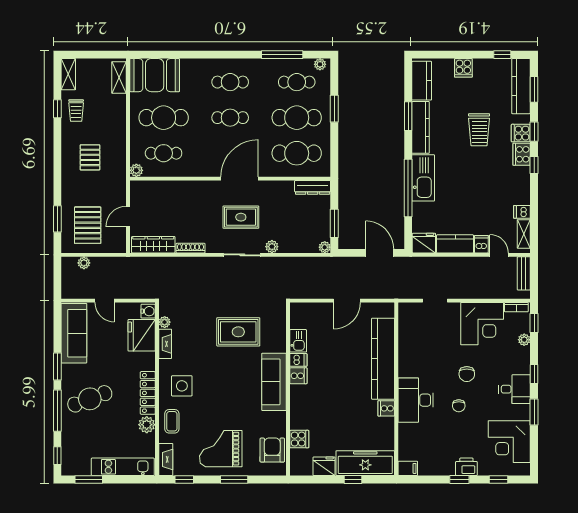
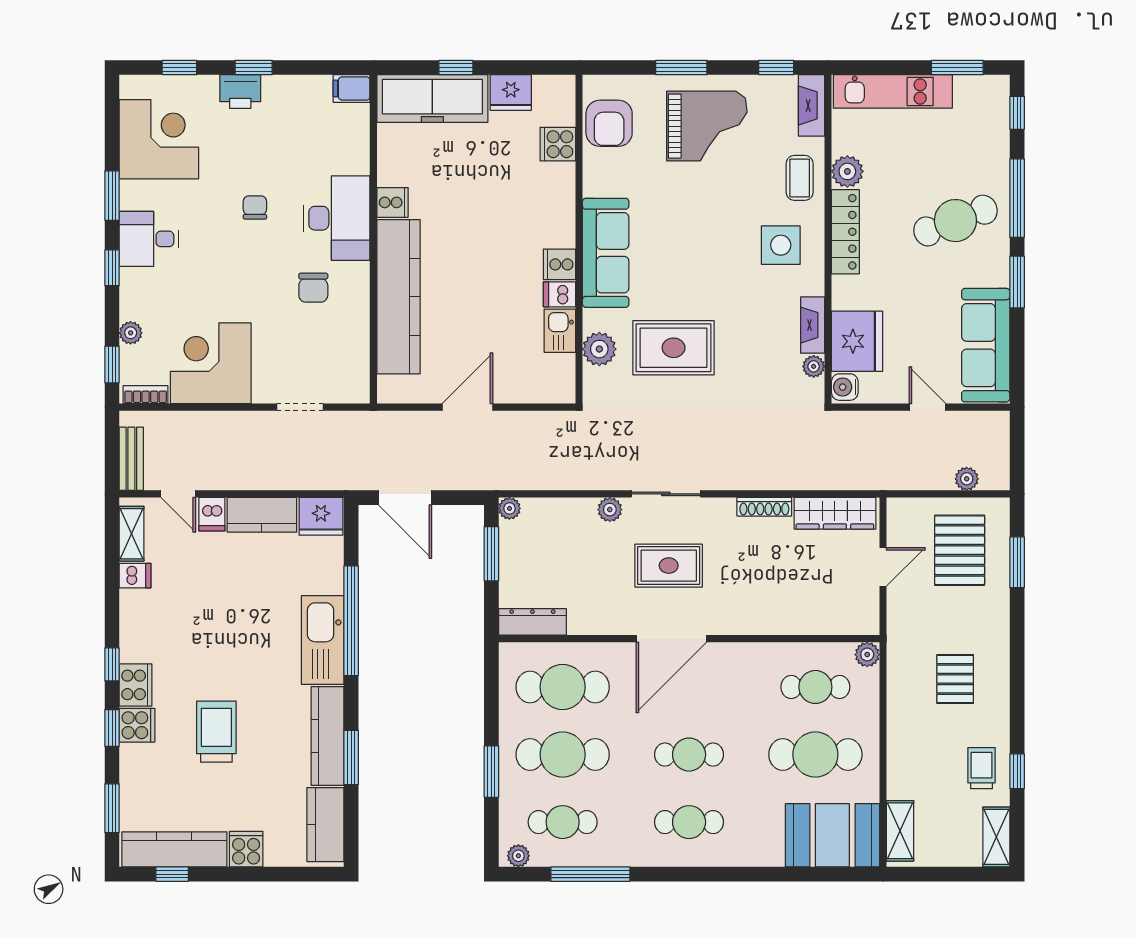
kitchen counter: (521, 86) -> (174, 849), moved, turned -90
plant: (277, 331) -> (599, 349), added
chair: (467, 374) -> (313, 288), moved, turned 180

